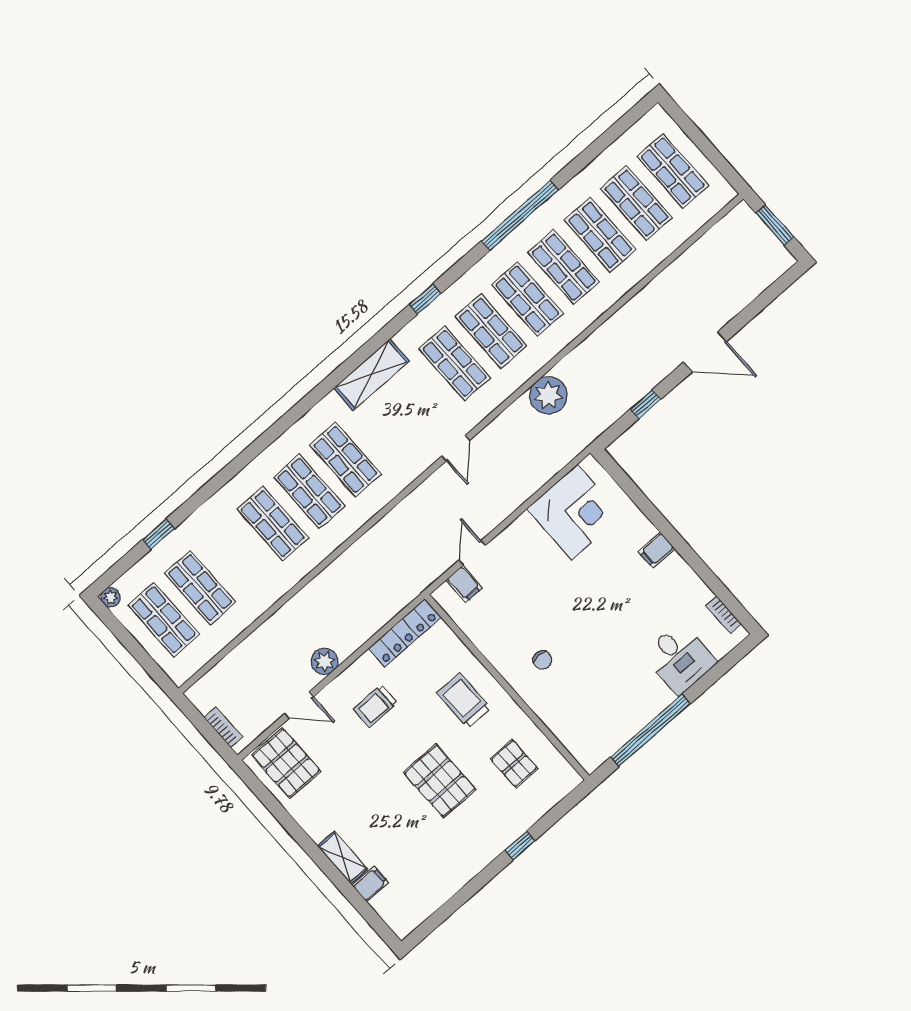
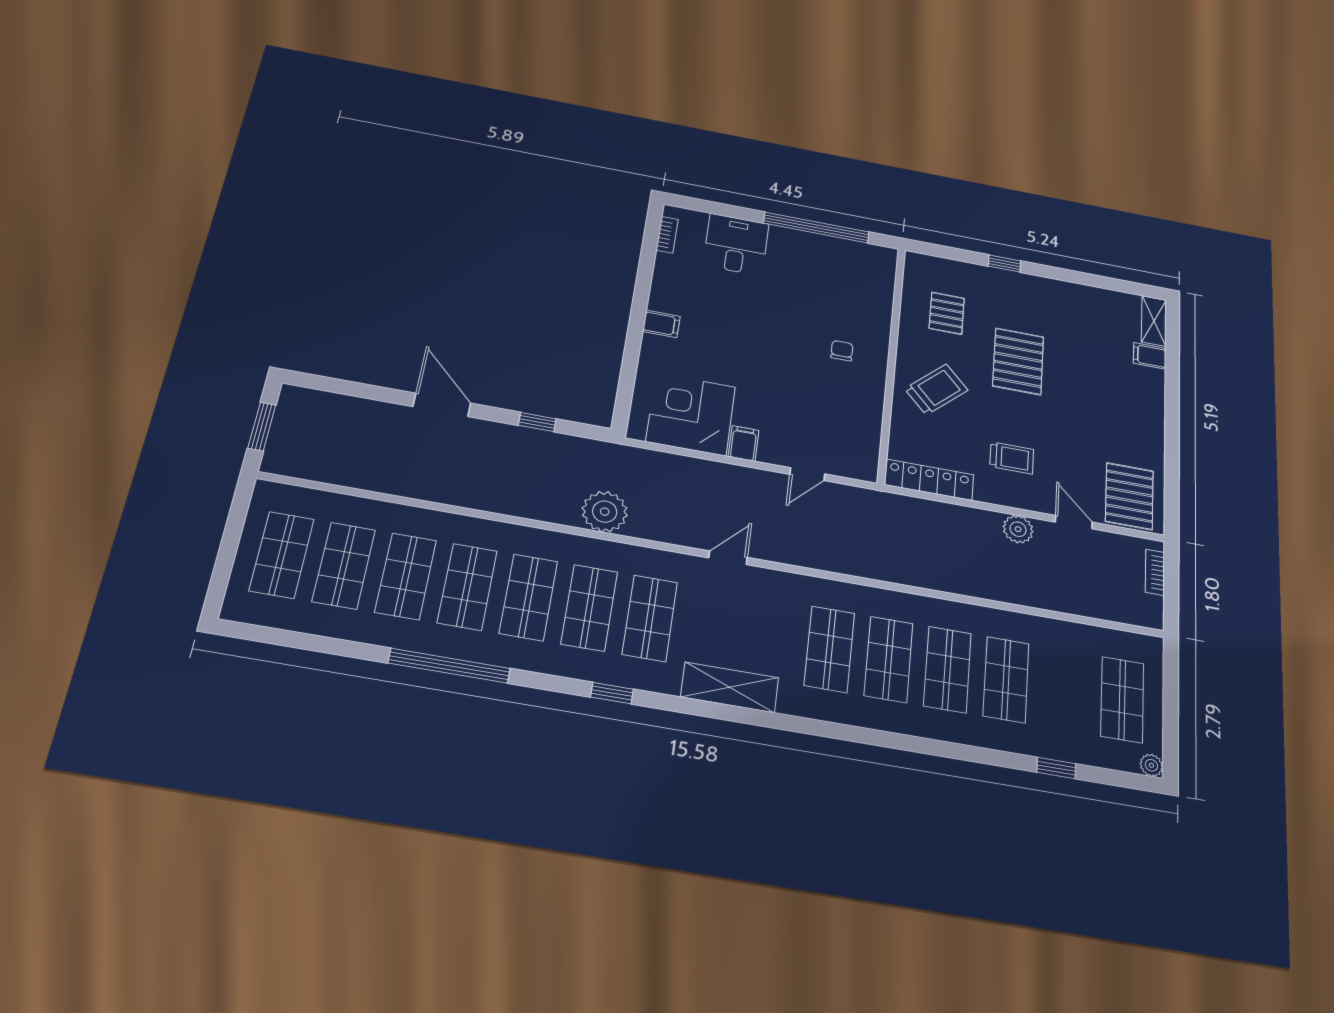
filing cabinet: (464, 584) -> (744, 443), moved
shop shelf: (200, 588) -> (1006, 680), moved
trolley: (464, 700) -> (936, 389), turned -133
shelving: (342, 857) -> (1154, 321), moved

